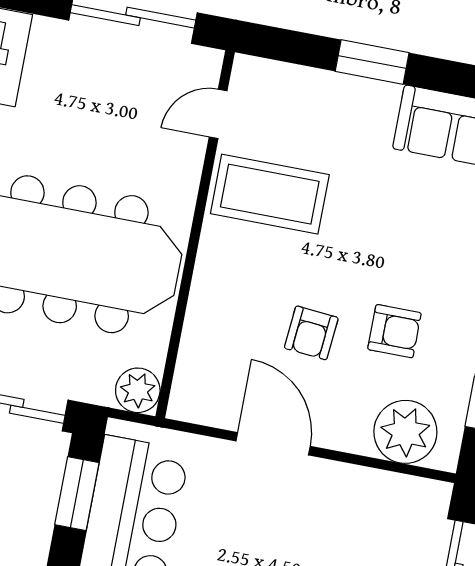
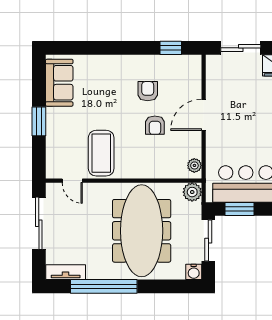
armchair: (311, 333) -> (155, 125), turned 85
plant: (405, 432) -> (194, 165), moved, width x0.53, depth x0.53
door: (273, 444) -> (204, 115), moved

